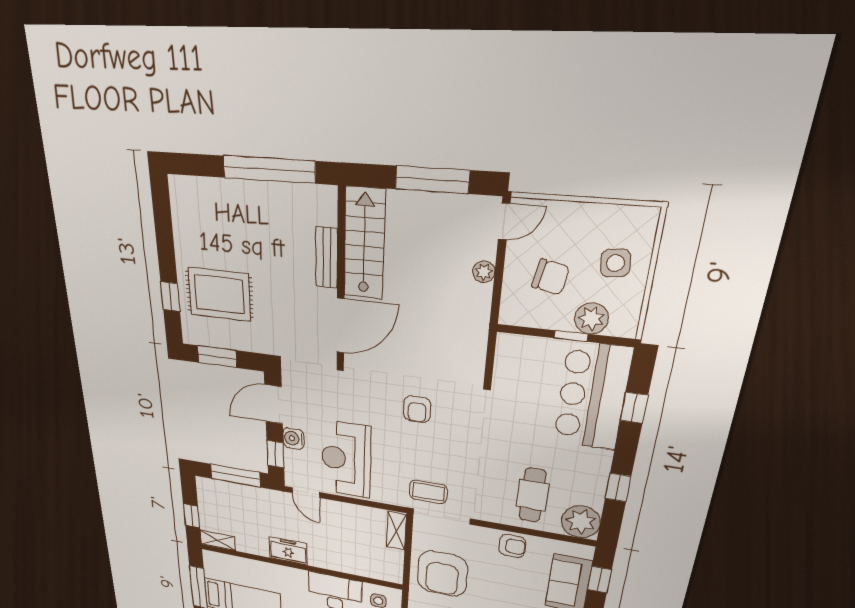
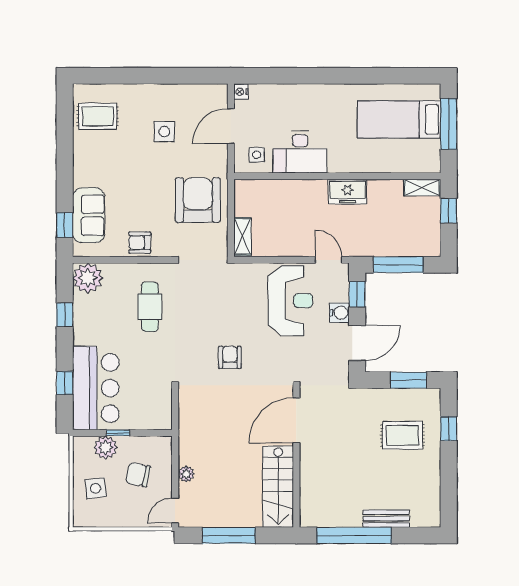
bench: (327, 258) -> (386, 519), moved, turned 90
rug: (219, 294) -> (402, 435), width x0.73, depth x0.70
coffee table: (428, 492) -> (216, 282), removed
cafe table: (532, 495) -> (150, 307), moved

